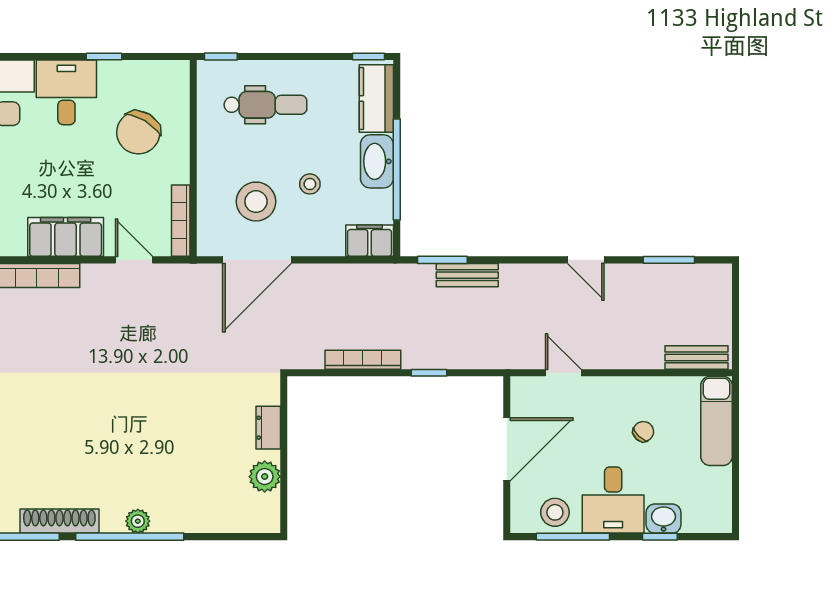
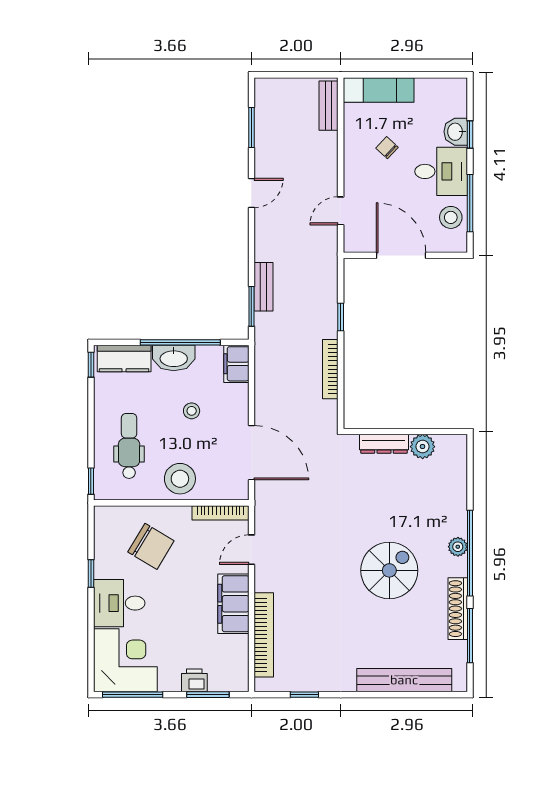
stool: (256, 202) -> (180, 479), moved
dresser: (268, 428) -> (384, 444), width x1.44
spiral stairs: (108, 434) -> (389, 570), added

